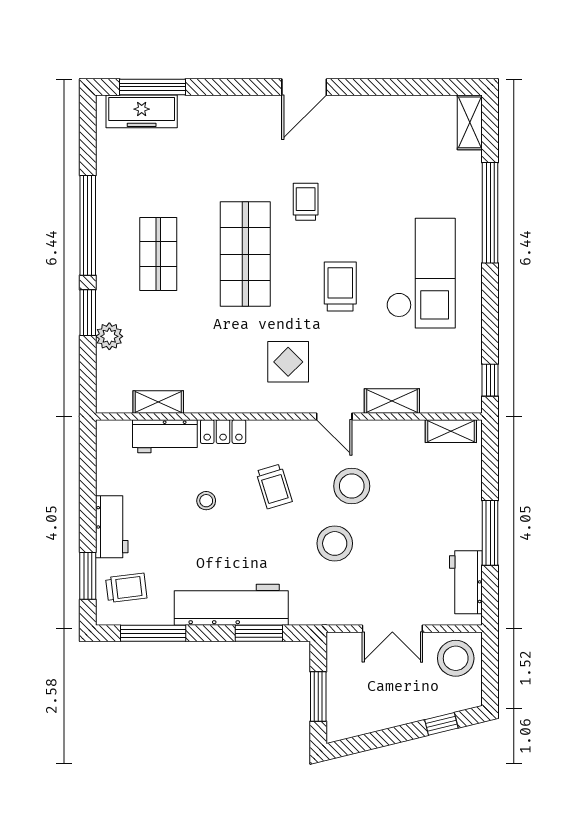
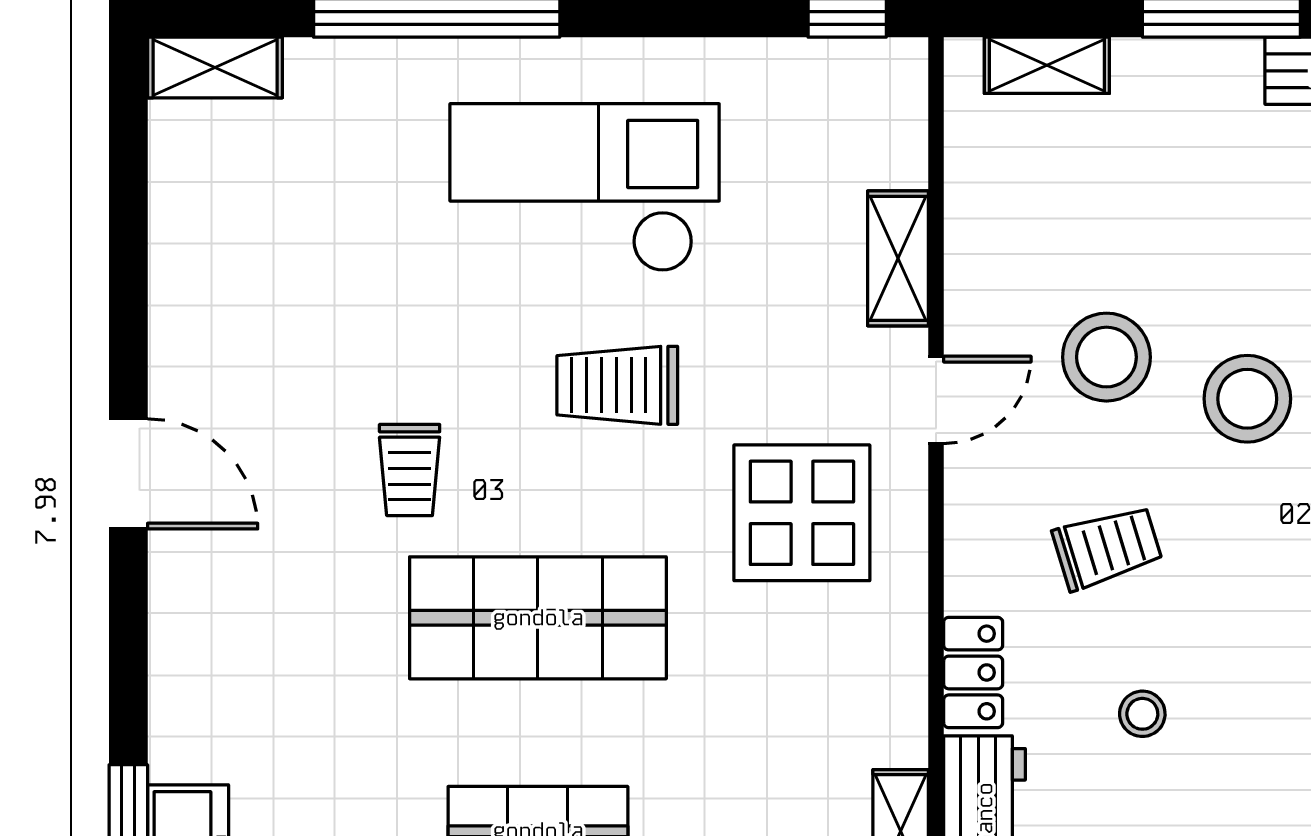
trolley: (306, 202) -> (410, 470), turned -90
display table: (288, 362) -> (802, 513), width x1.36, depth x1.36
shelving: (451, 431) -> (1047, 65), moved, turned 90

